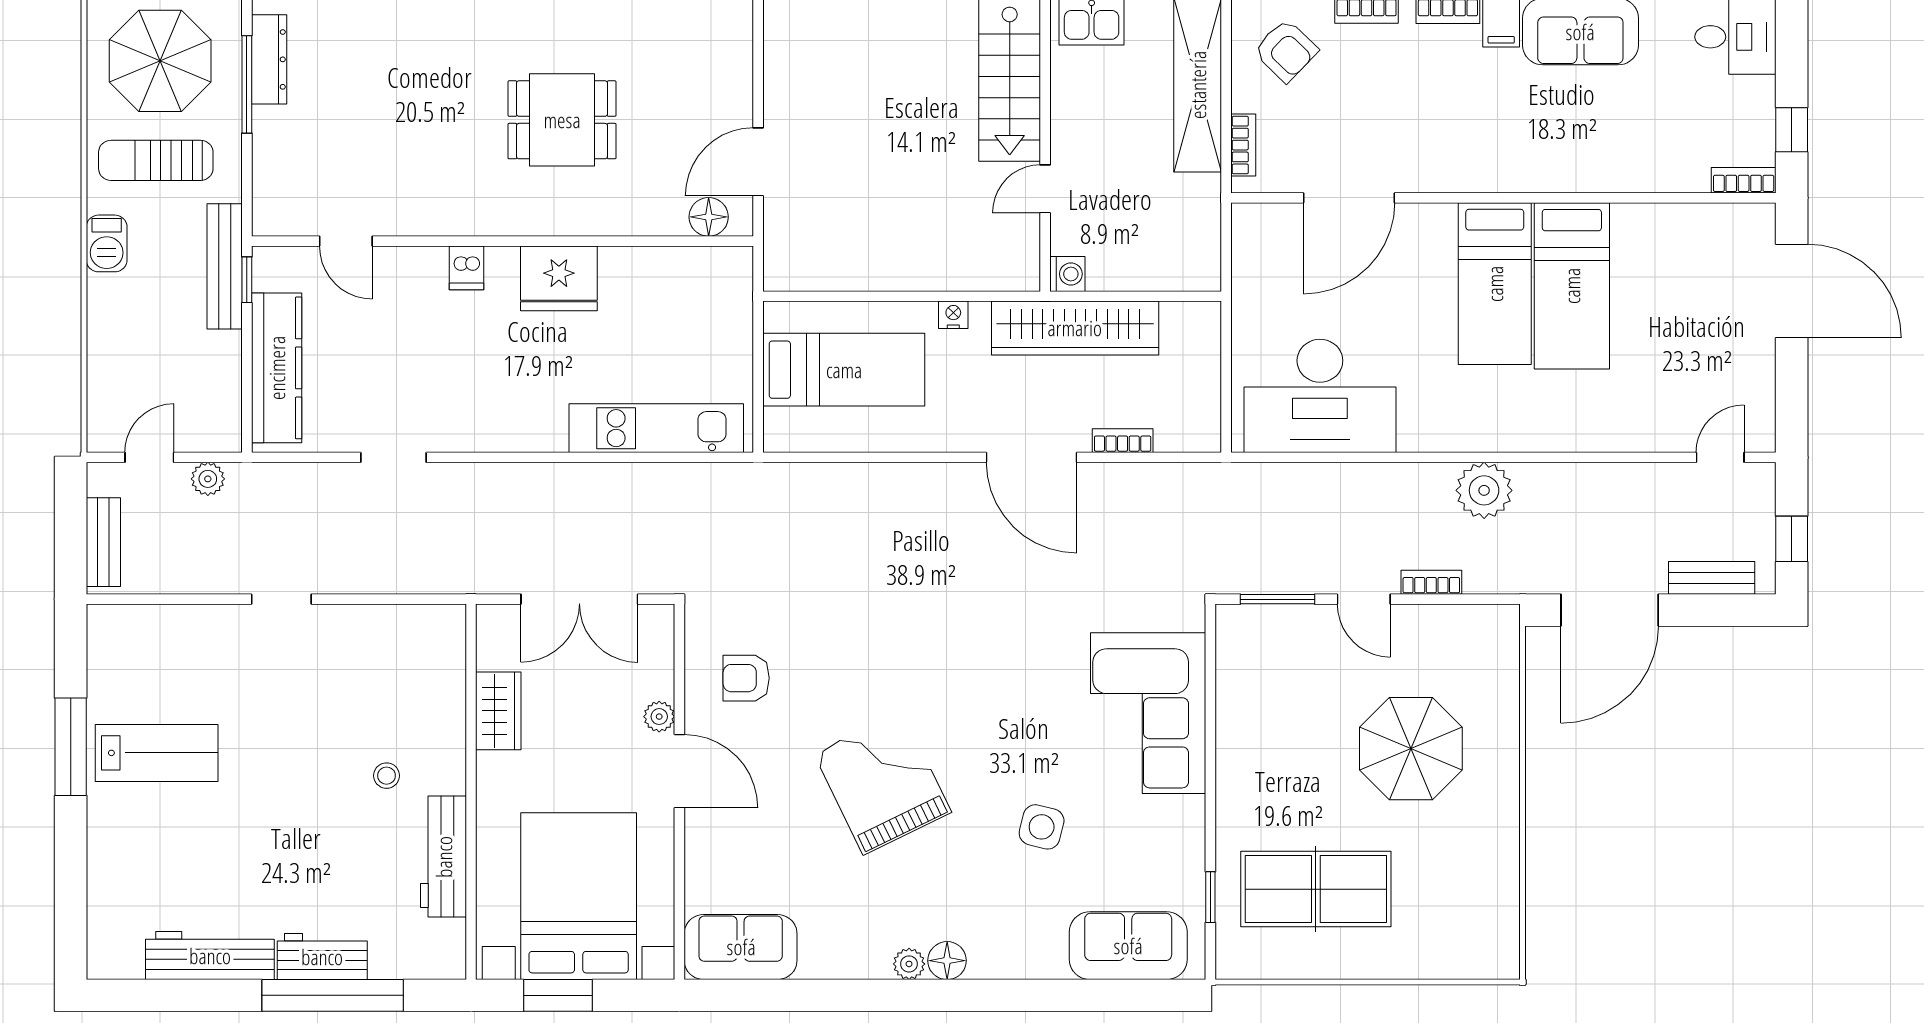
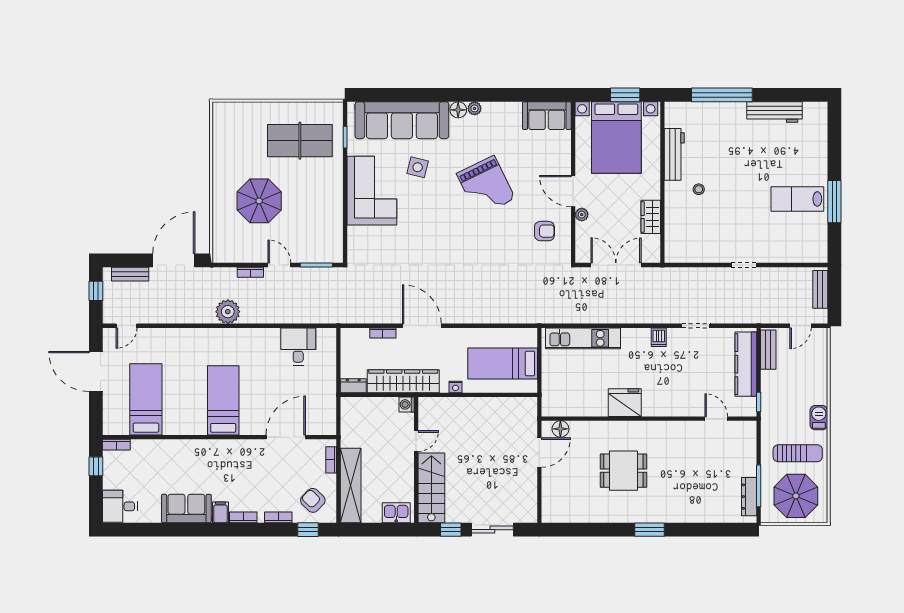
bench: (225, 266) -> (768, 350), moved, width x0.73
dishwasher: (466, 268) -> (659, 337), moved, turned 180
bed: (1572, 286) -> (146, 399), moved
door: (1792, 291) -> (96, 372), moved
dresser: (1192, 318) -> (353, 386), added
desk: (1320, 396) -> (298, 347), width x0.53, depth x0.77
plant: (208, 479) -> (775, 317), removed
corner sofa: (1148, 713) -> (372, 191), moved
sofa: (1128, 946) -> (402, 120), width x1.85, depth x1.27
workbench: (322, 957) -> (726, 112), removed

